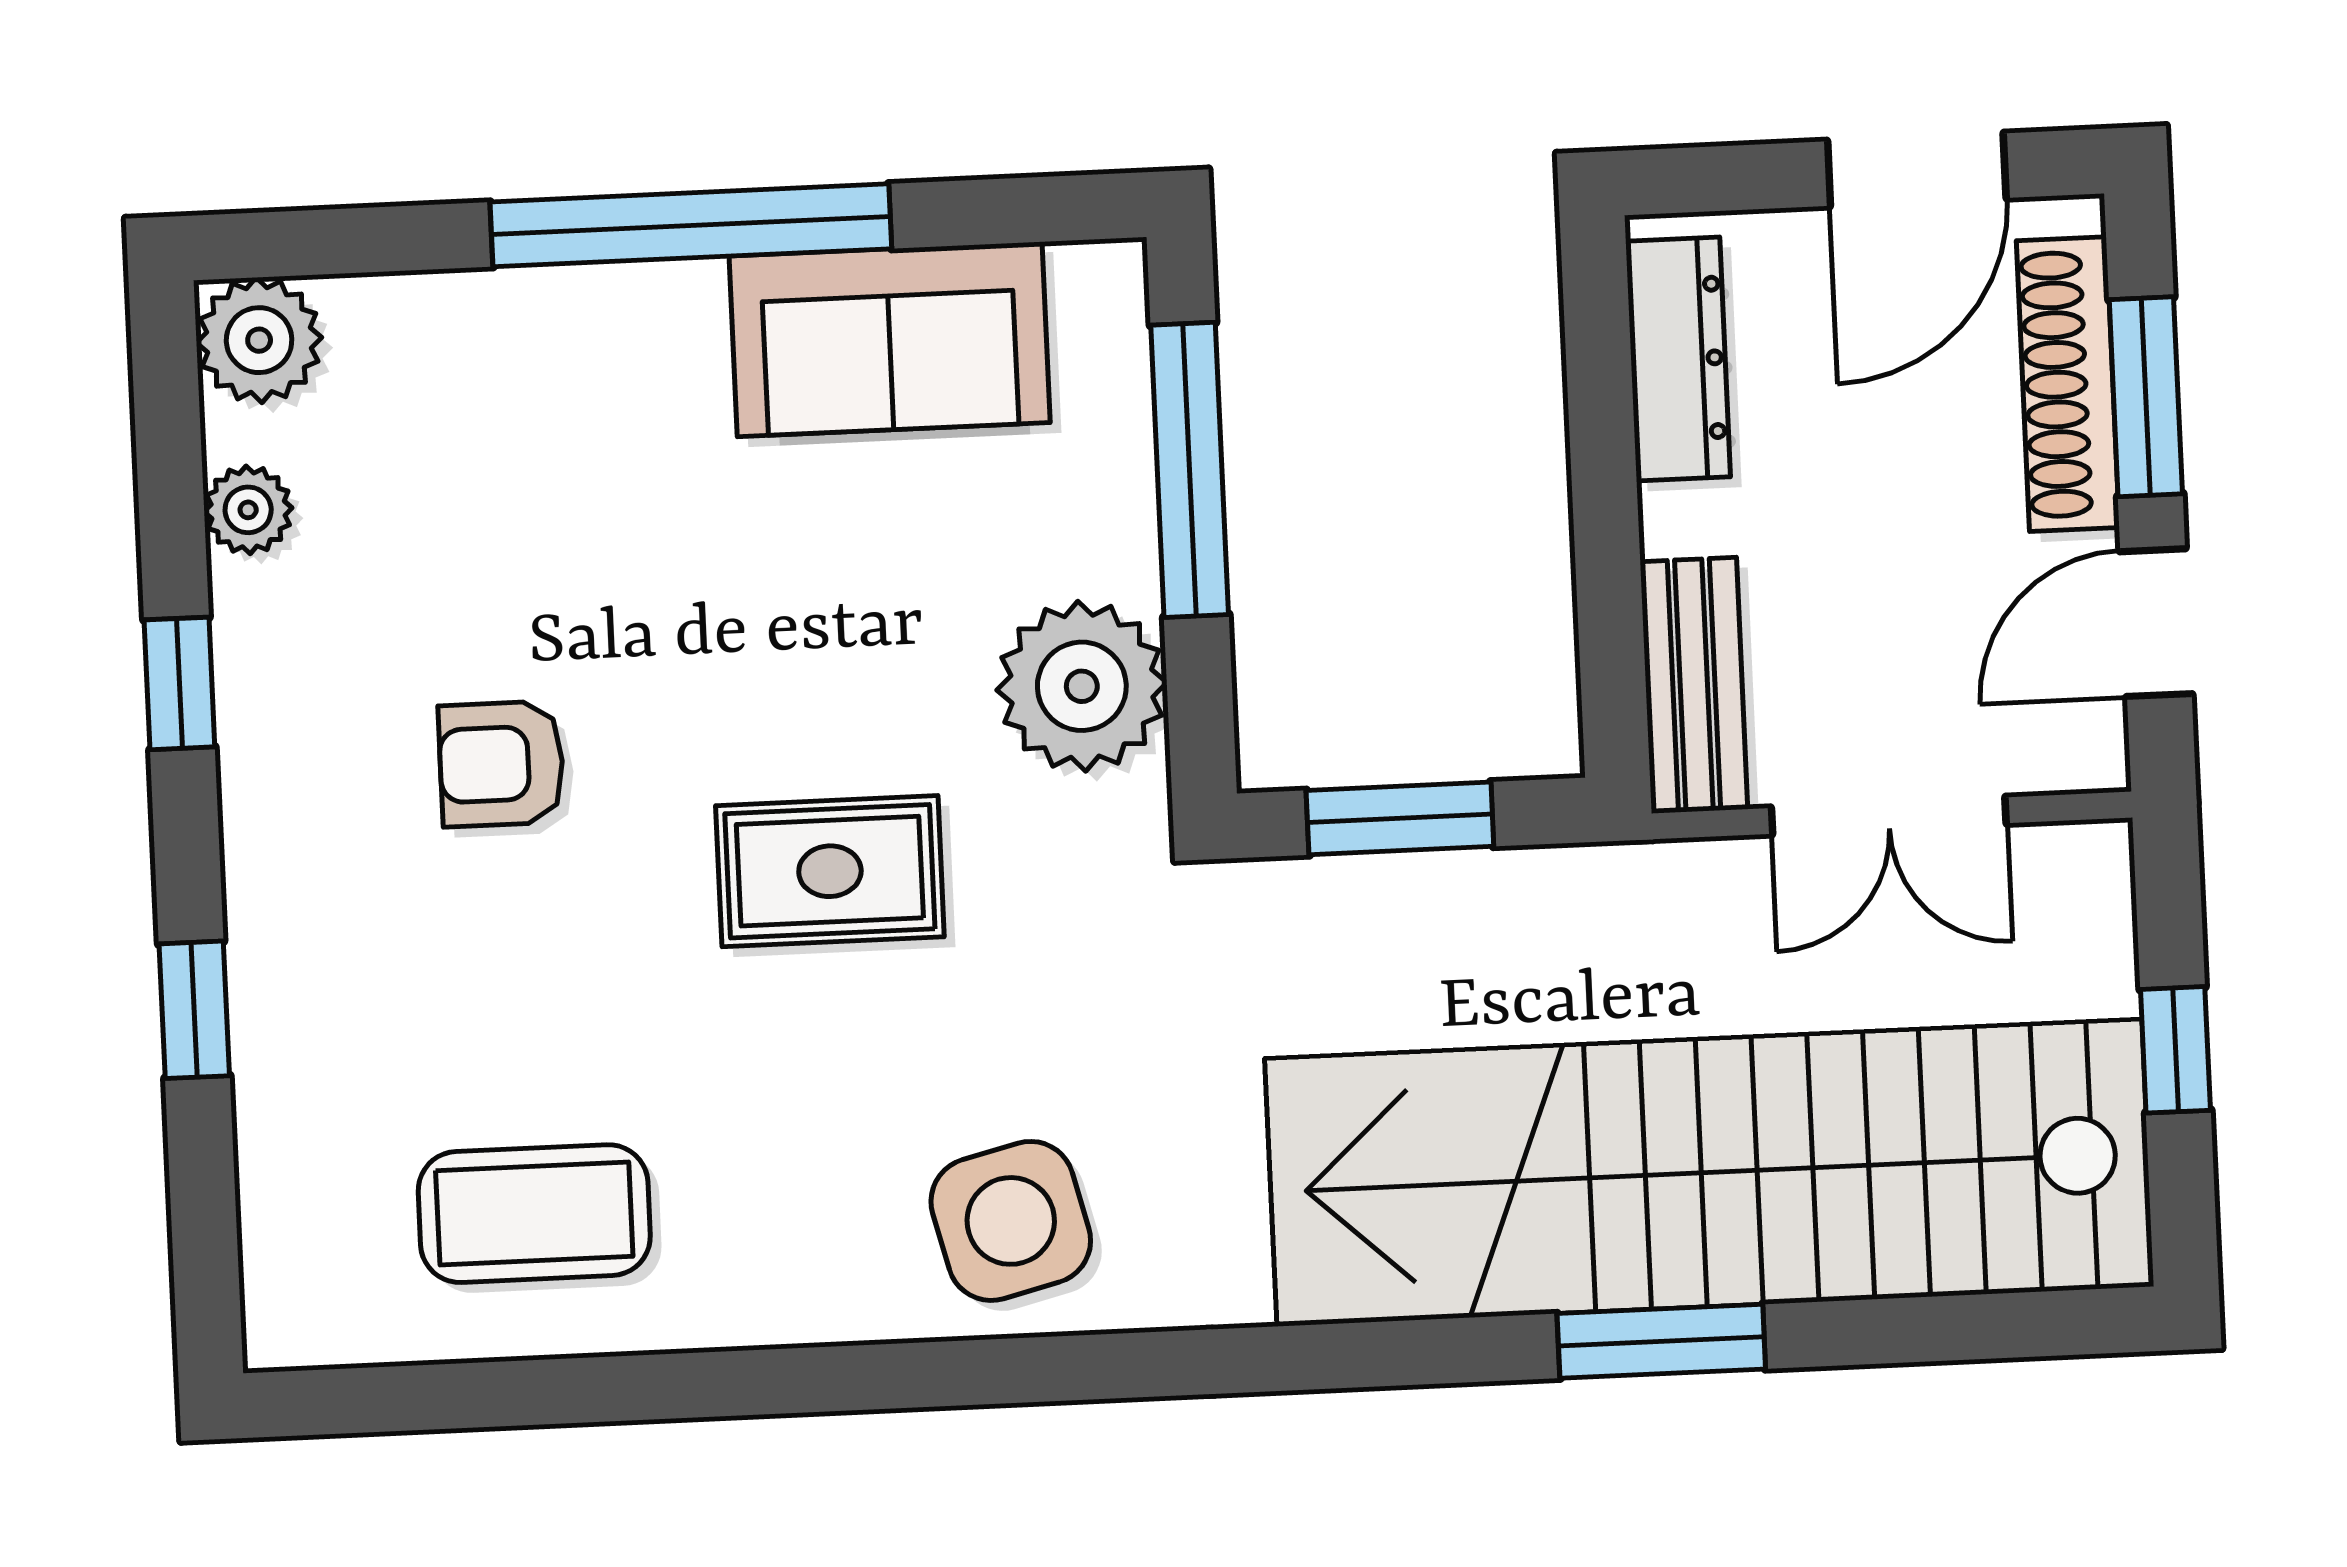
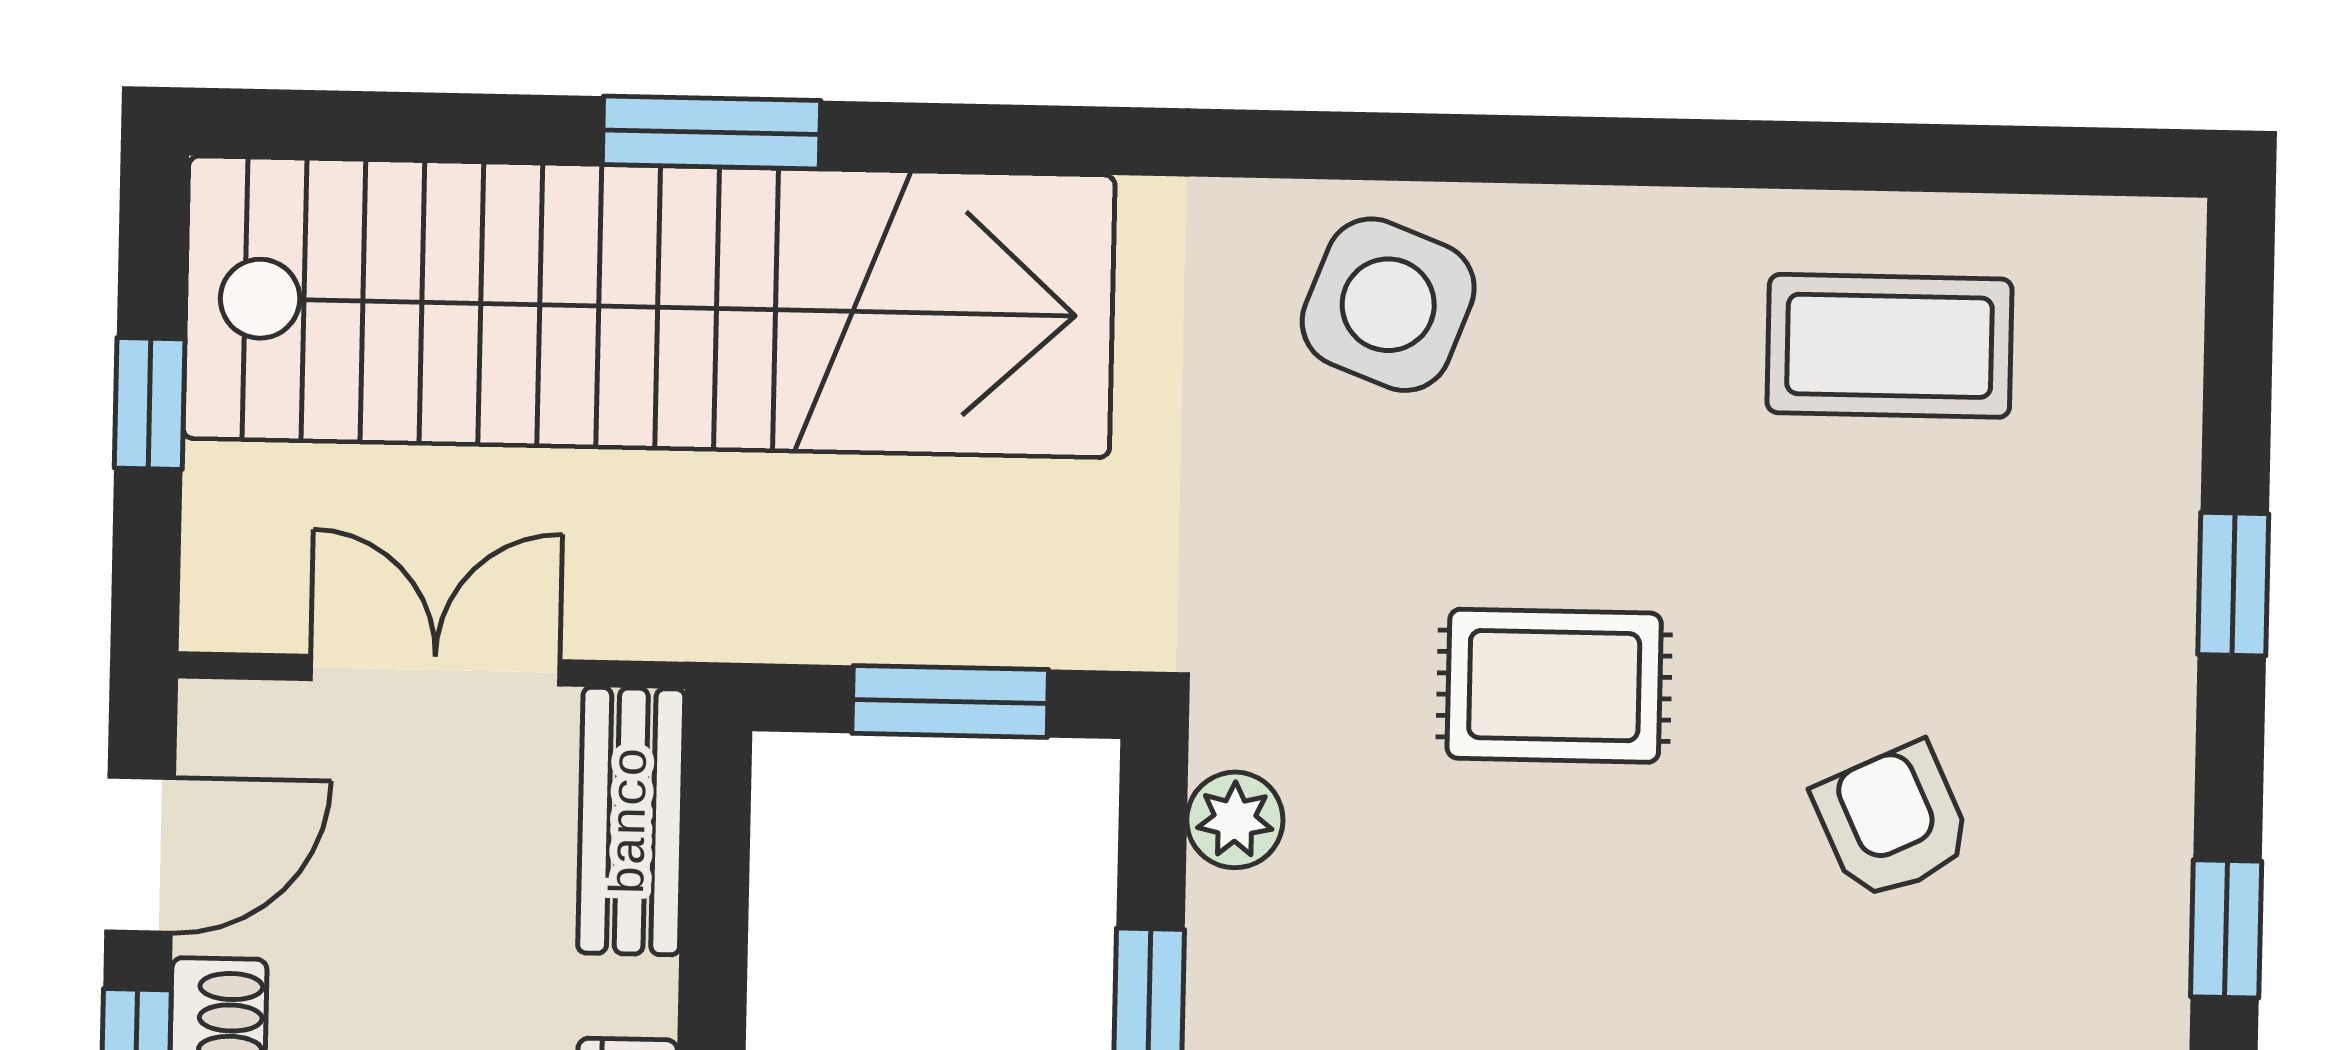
plant: (1082, 686) -> (1235, 820), width x0.53, depth x0.53
armchair: (501, 764) -> (1893, 822), turned -115
side table: (1011, 1221) -> (1388, 305), turned 35

